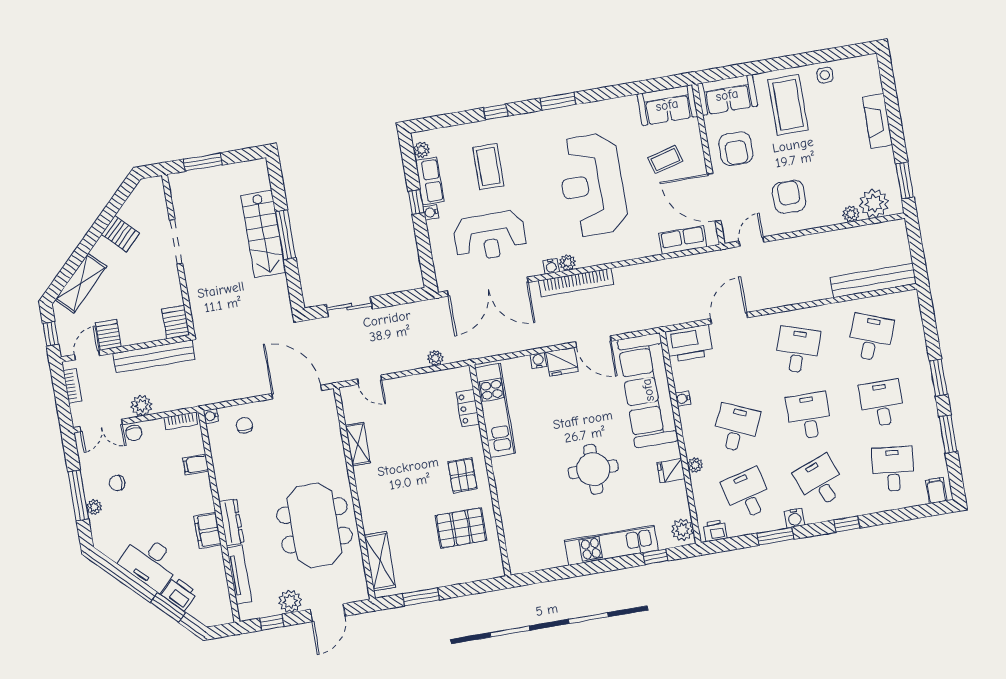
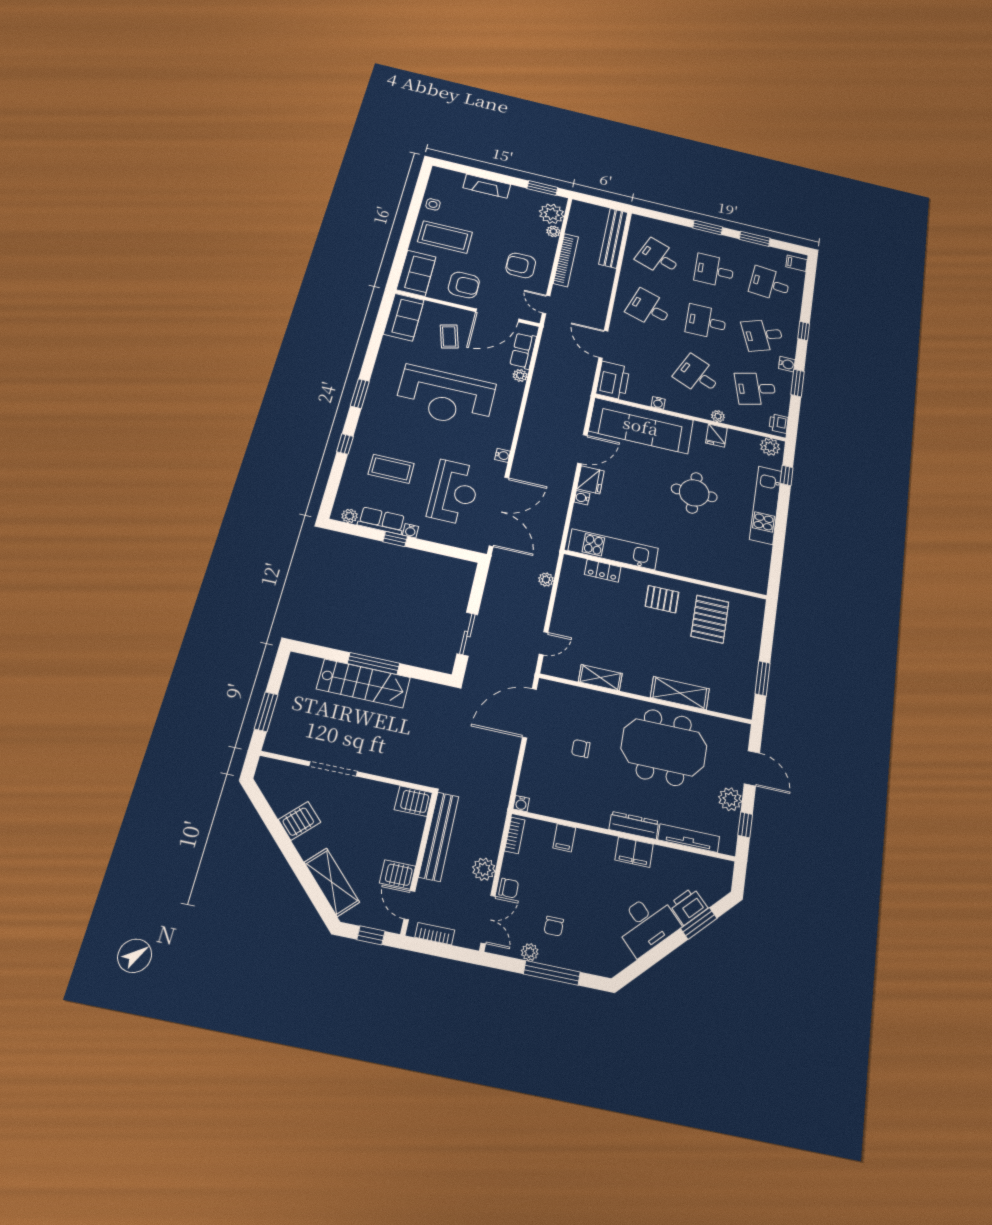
plant: (567, 263) -> (520, 375), moved
bookcase: (576, 282) -> (566, 260), moved
chair: (244, 425) -> (581, 749), moved
plant: (94, 507) -> (530, 952), moved
shelving: (380, 561) -> (680, 693), moved

